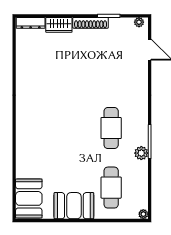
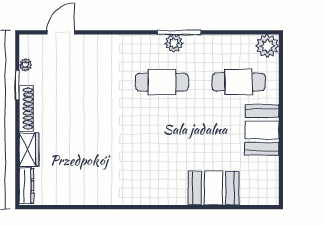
plant: (139, 22) -> (25, 65), moved
plant: (141, 153) -> (174, 43), moved
booth: (29, 198) -> (214, 188), moved
plant: (143, 214) -> (267, 46), width x1.88, depth x1.88

